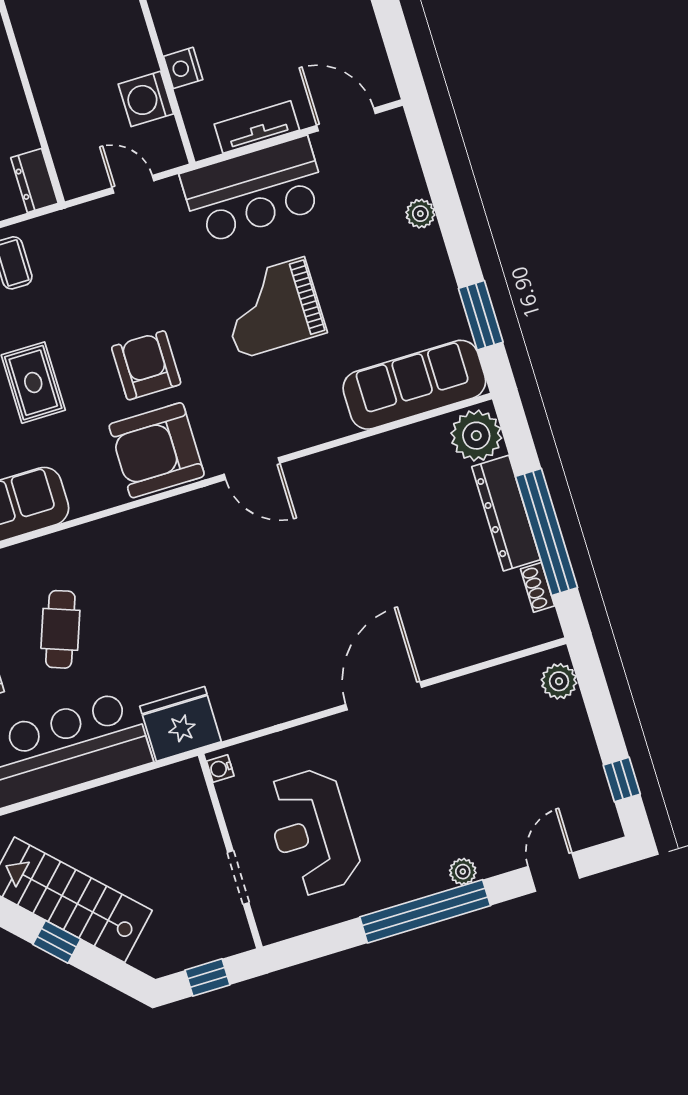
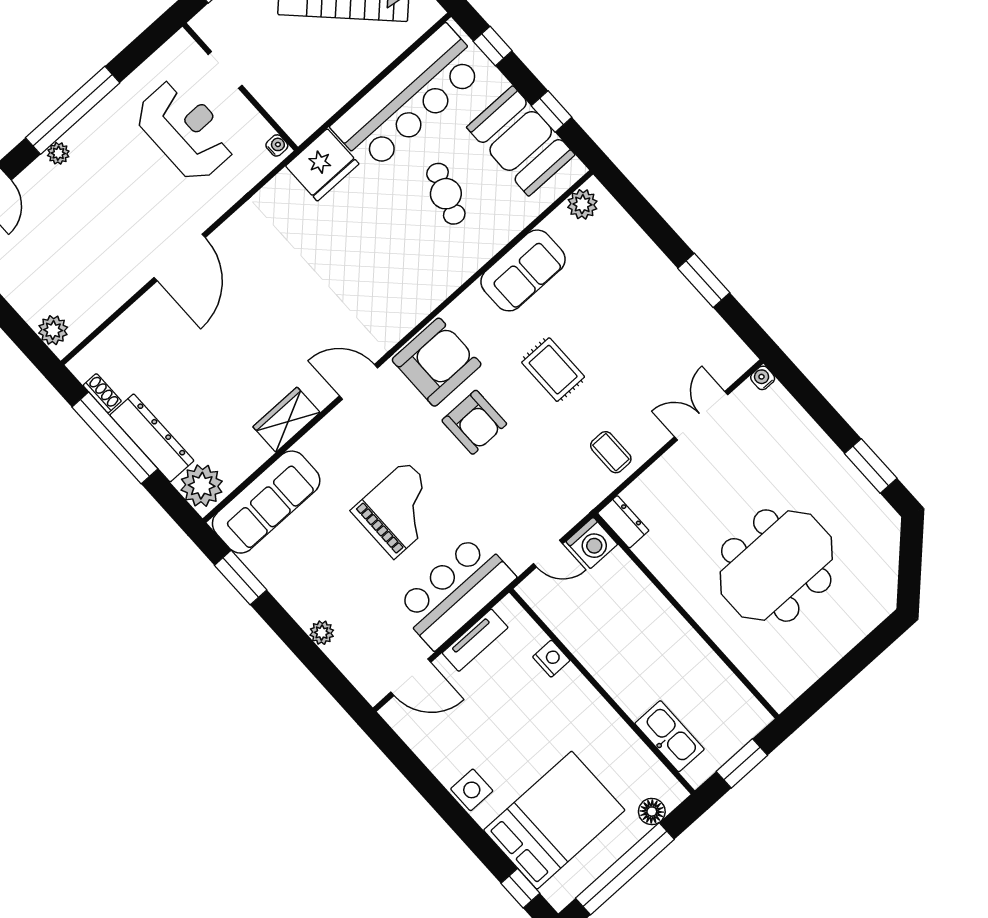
washing machine: (146, 99) -> (592, 543), moved, turned 90
wardrobe: (350, 464) -> (286, 420), added

